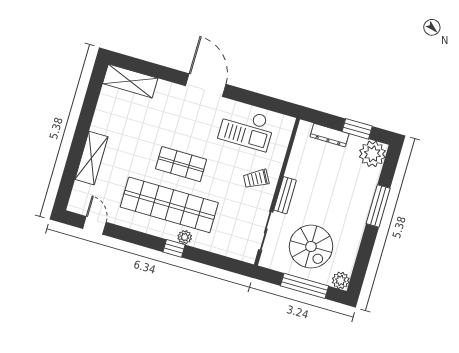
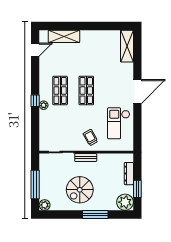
shelving: (92, 158) -> (64, 36), moved
shop shelf: (169, 205) -> (60, 91), width x0.50, depth x0.74
spiral stairs: (311, 247) -> (80, 190), moved

